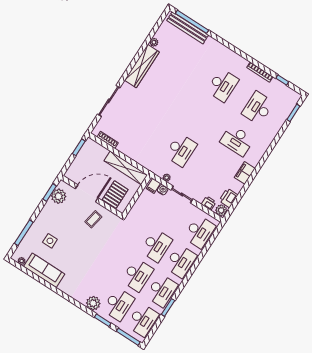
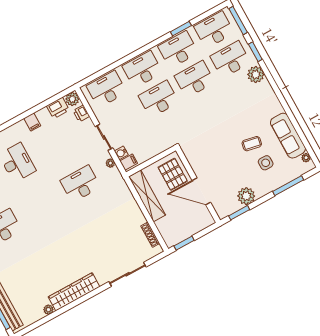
filing cabinet: (245, 173) -> (32, 122), width x0.50
pallet: (115, 195) -> (173, 174), turned 90
plant: (59, 196) -> (246, 196), moved
coffee table: (93, 219) -> (252, 144), moved

